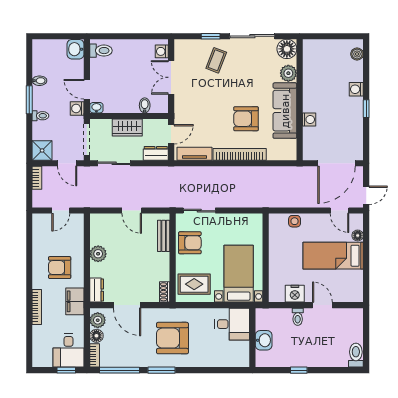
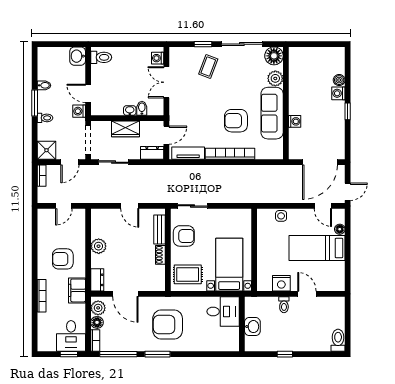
boiler: (357, 54) -> (339, 80), moved
washbasin: (96, 108) -> (130, 110), moved
door: (67, 163) -> (70, 162), hinge flipped
shoe rack: (165, 292) -> (160, 255), moved

